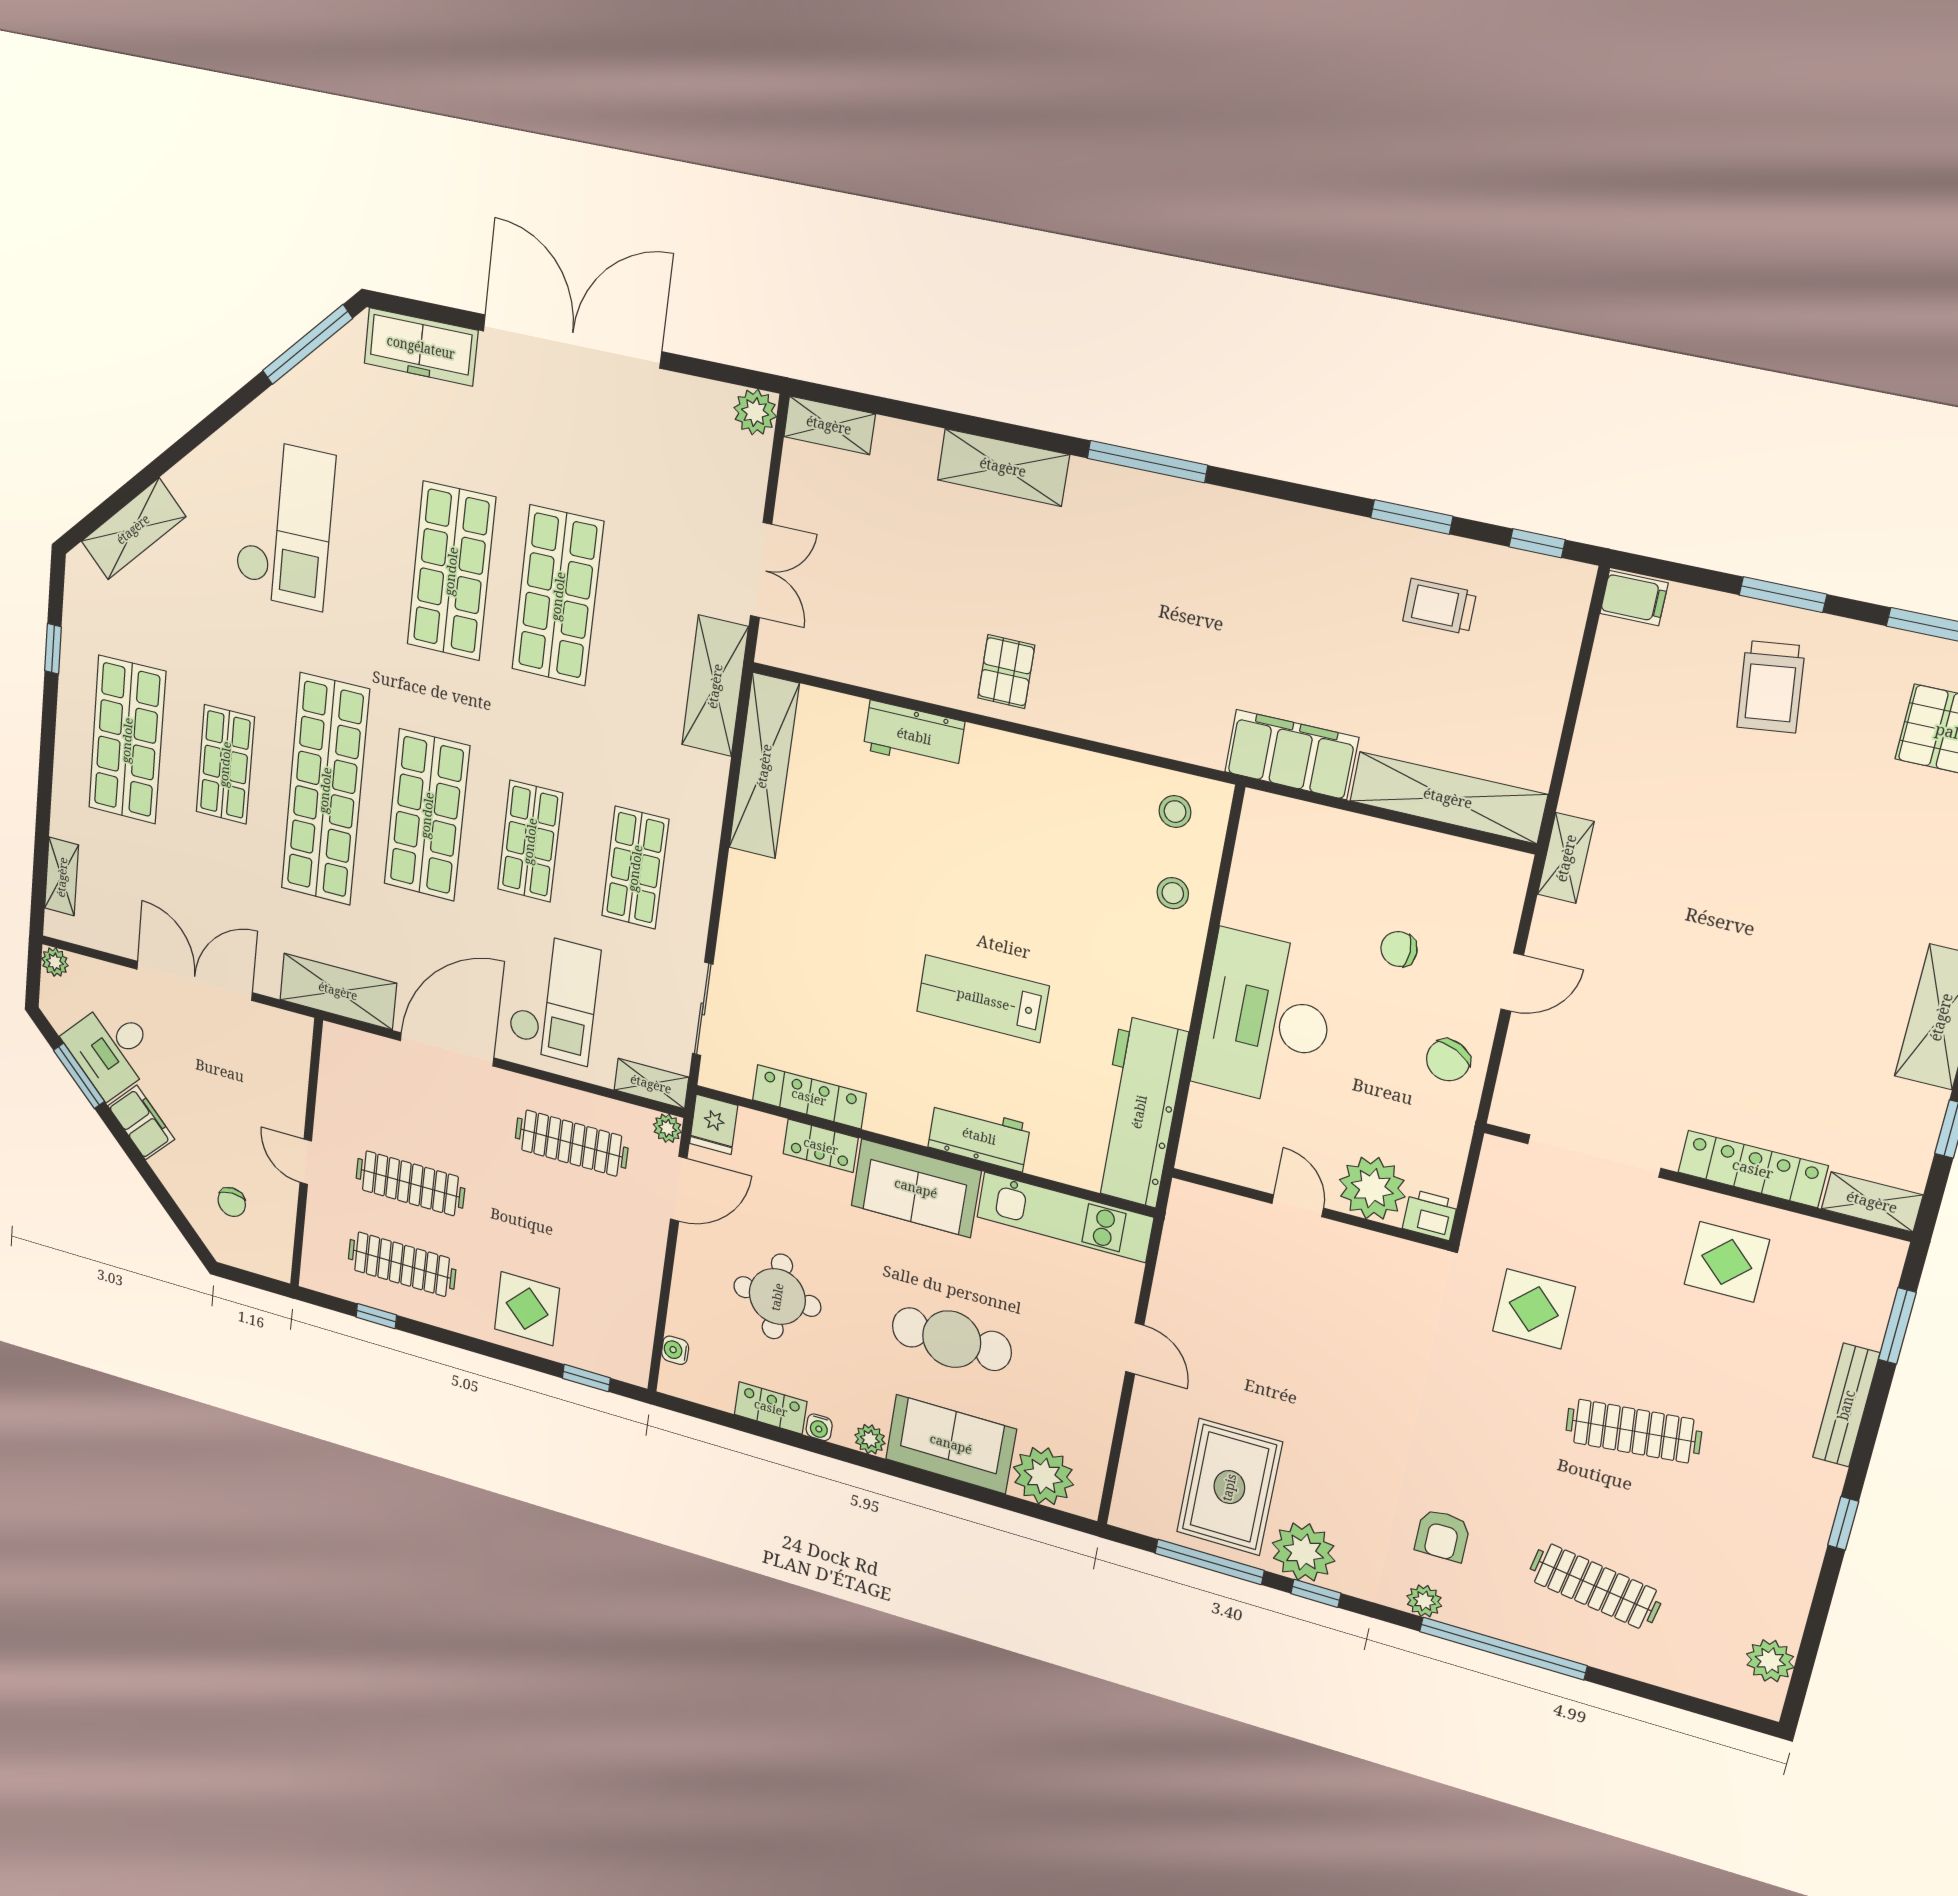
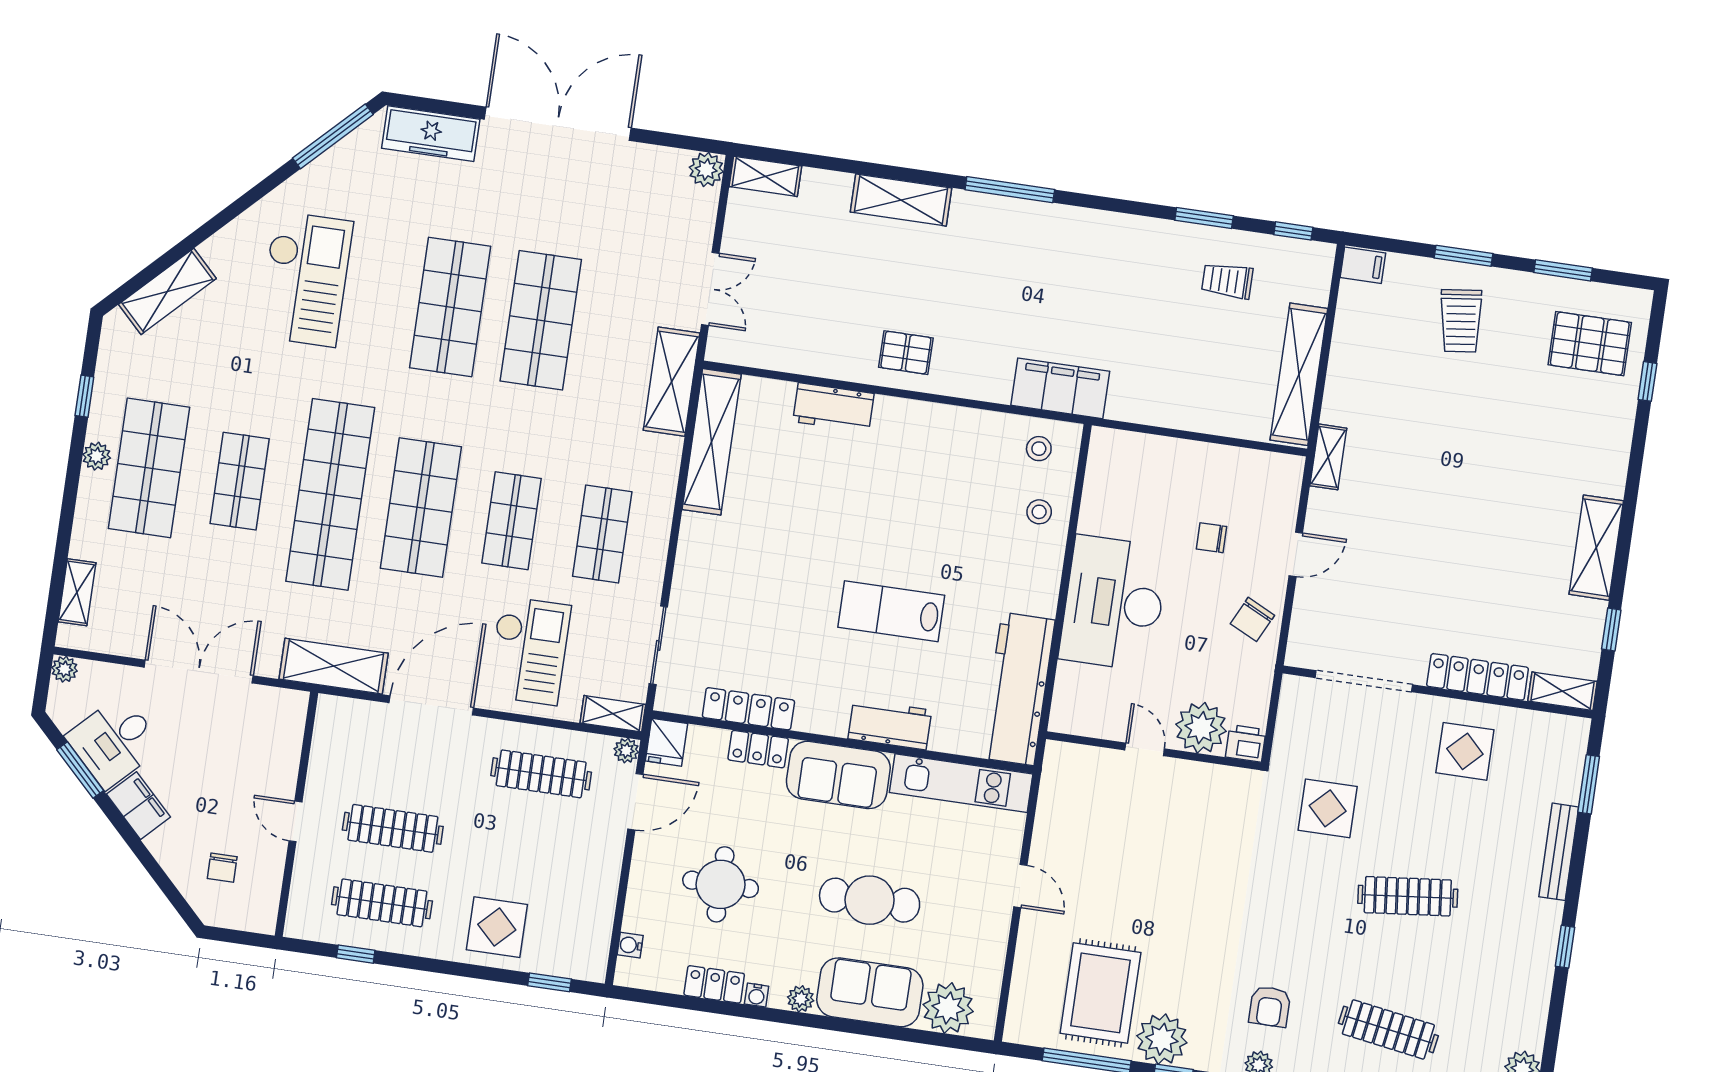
pallet: (1006, 672) -> (906, 353), turned 90
plant: (71, 721) -> (97, 456), added
filing cabinet: (1291, 755) -> (1060, 388), moved
shelving: (1448, 798) -> (1299, 374), moved, turned 90

